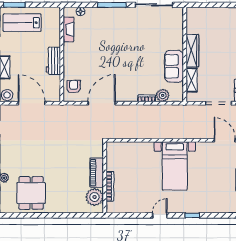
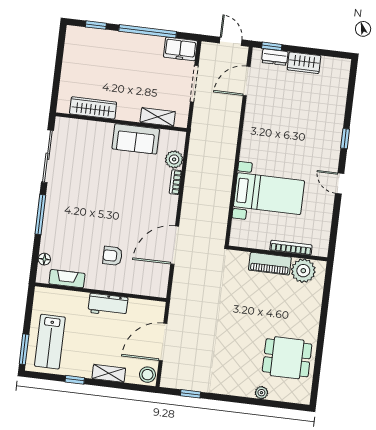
wardrobe: (192, 51) -> (93, 108), moved
armchair: (74, 87) -> (113, 256), moved
door: (102, 103) -> (175, 245), hinge flipped
bed with nightstands: (175, 166) -> (269, 194), moved

